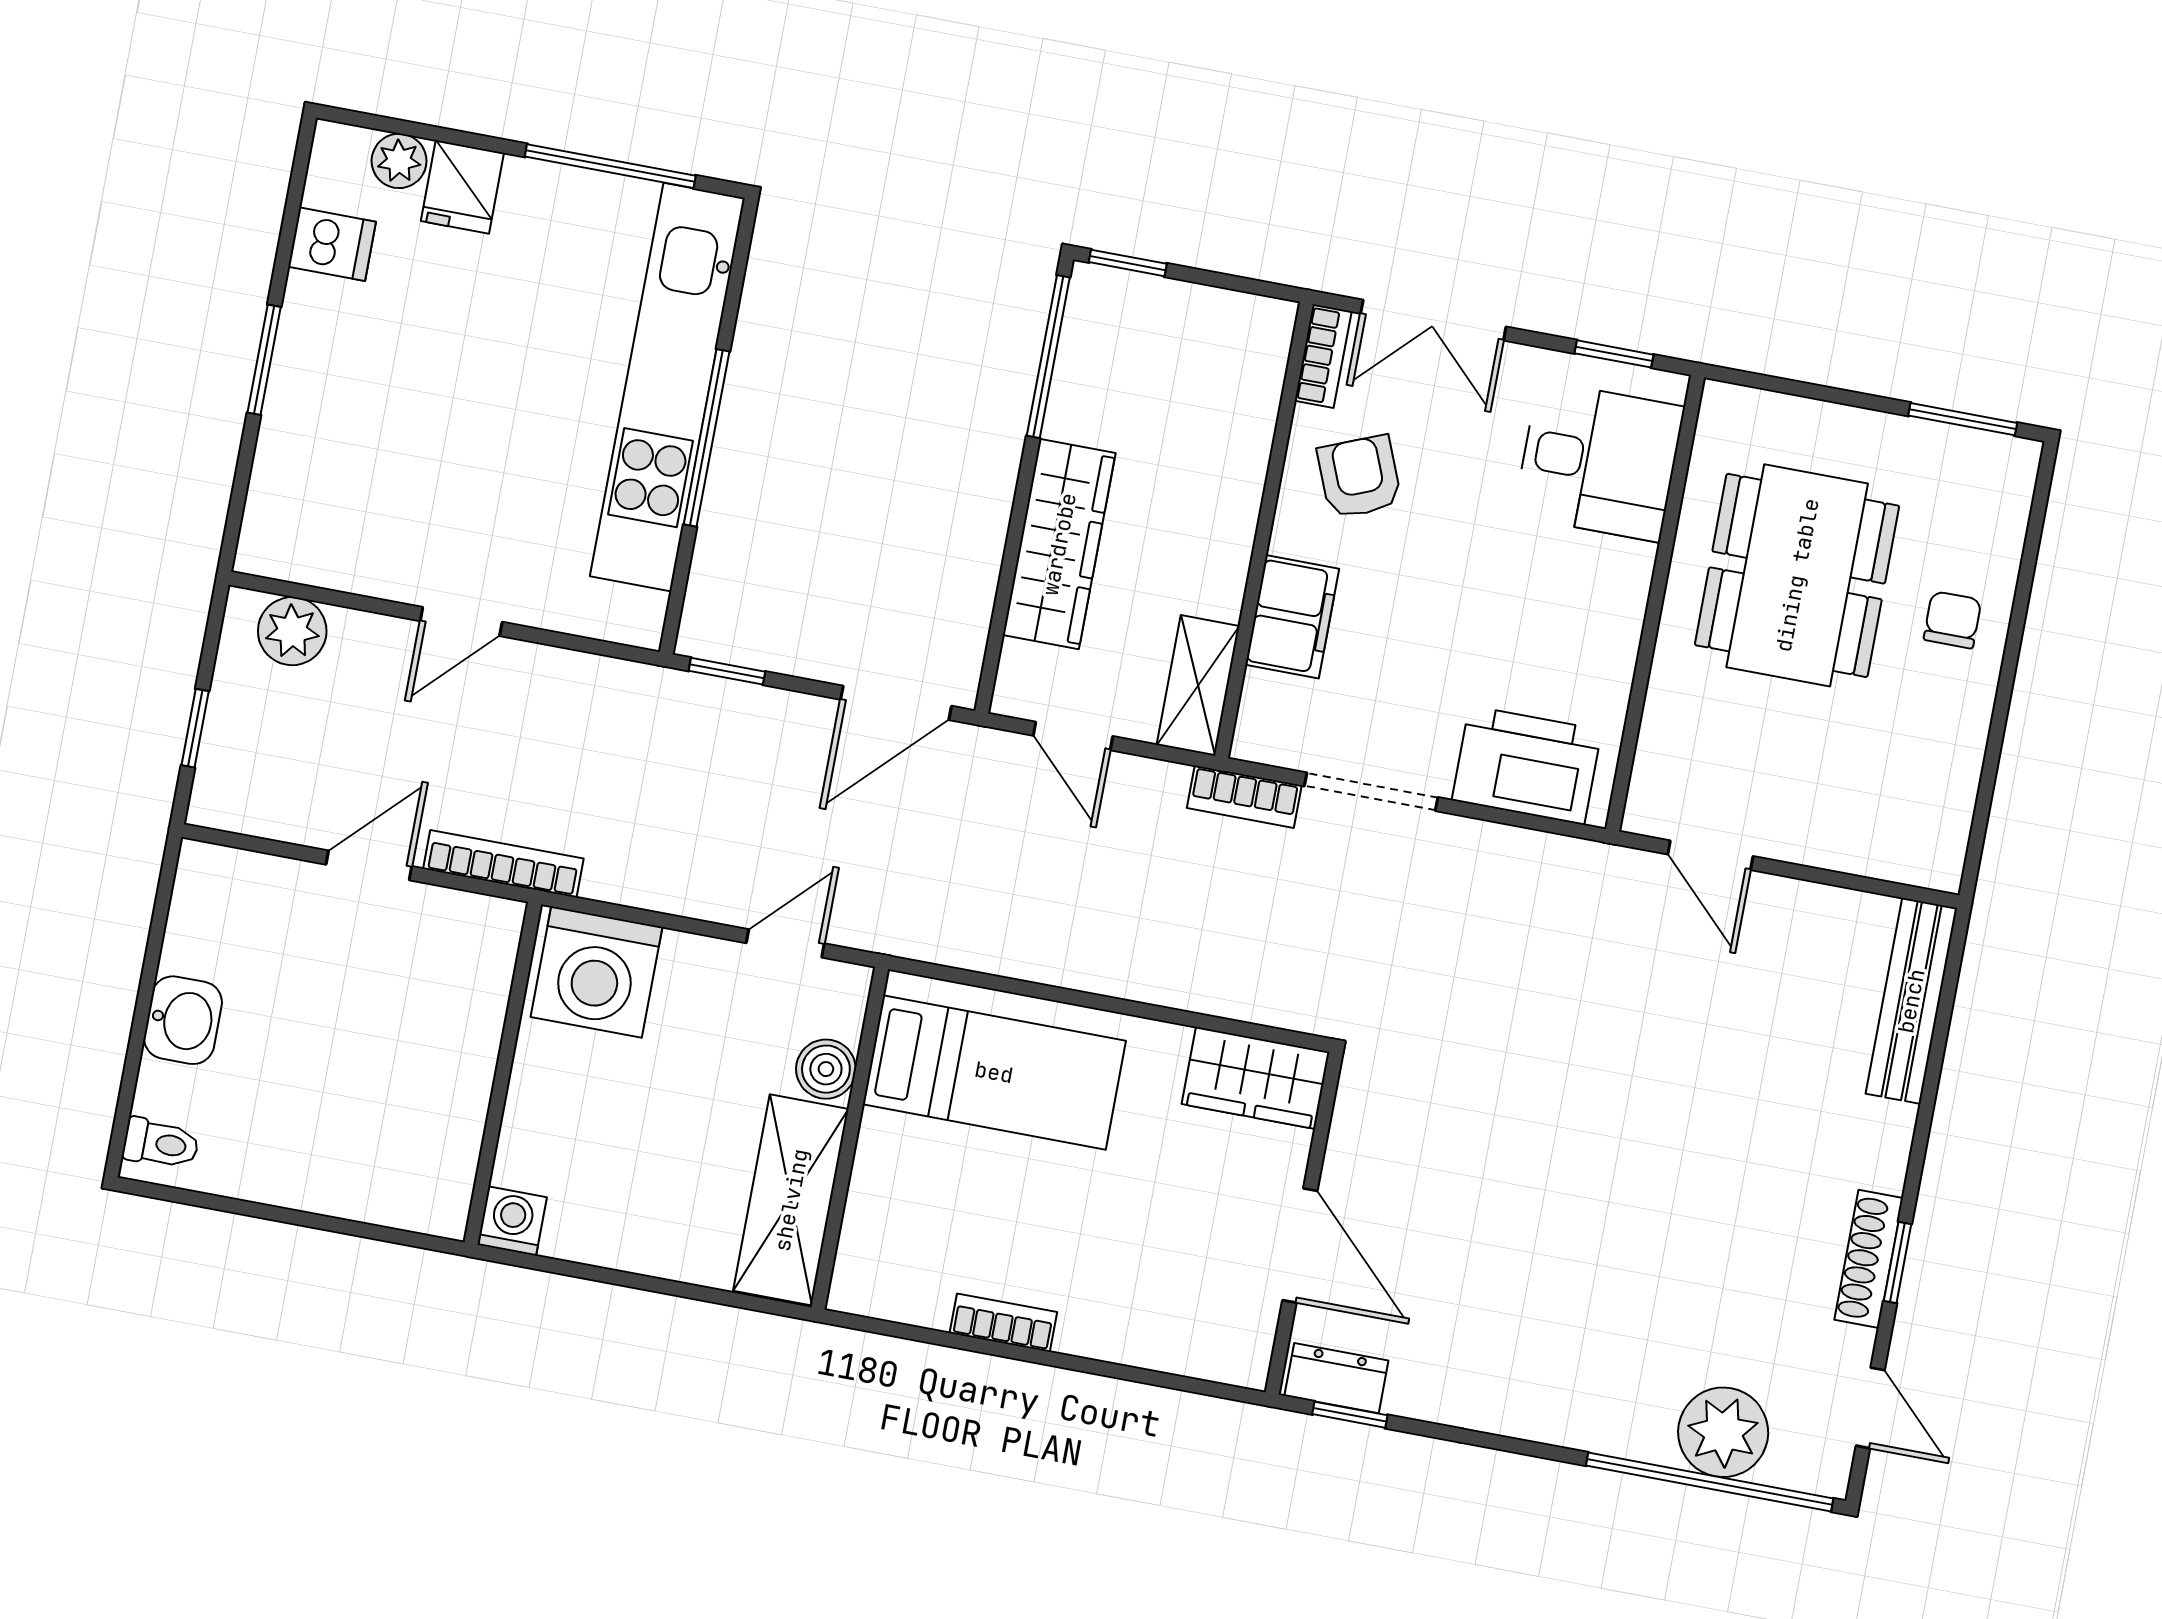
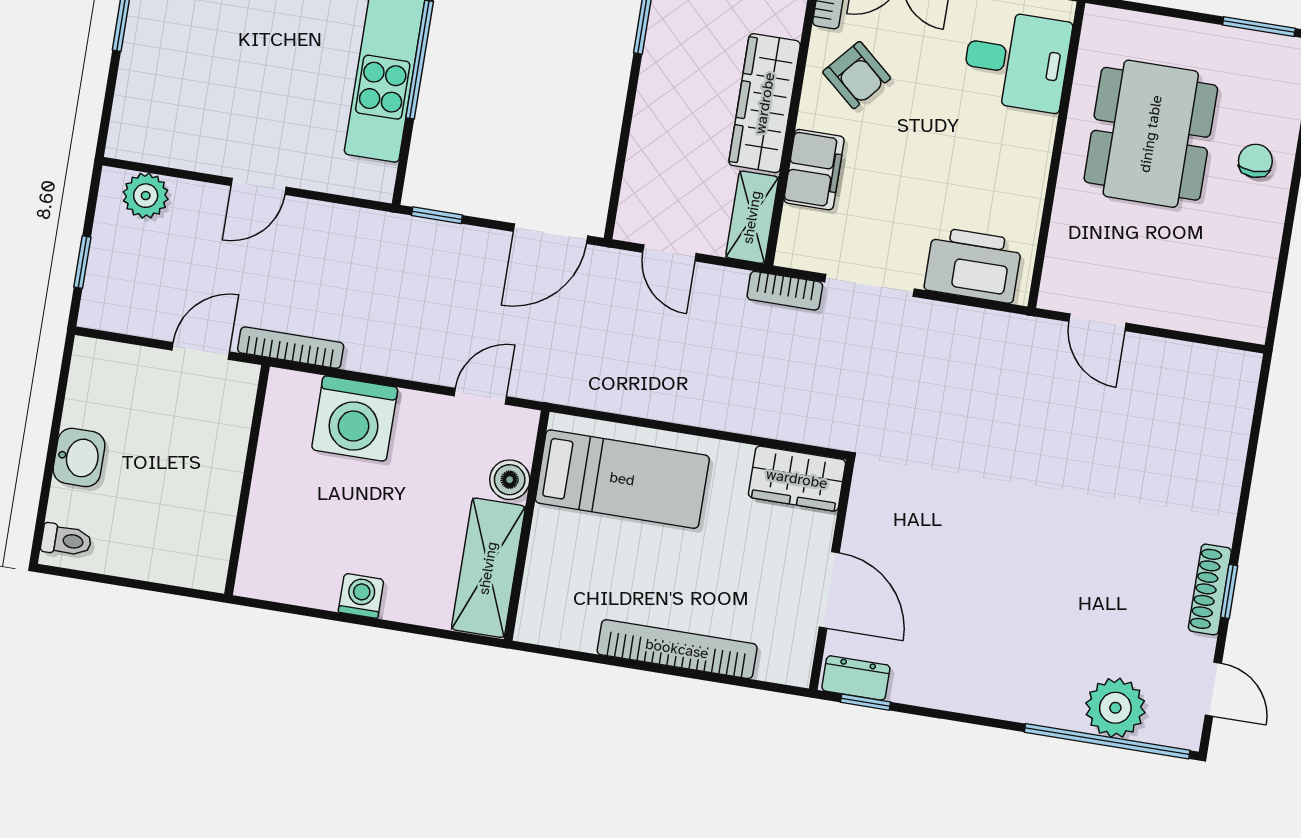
armchair: (1359, 477) -> (857, 75), turned 153
wardrobe: (1059, 544) -> (765, 103), moved, turned 180
bench: (1911, 1001) -> (1234, 416), removed
wall: (503, 1073) -> (247, 480), moved
washing machine: (512, 1221) -> (361, 596), moved
bookcase: (1003, 1323) -> (677, 649), width x2.31, depth x1.31

